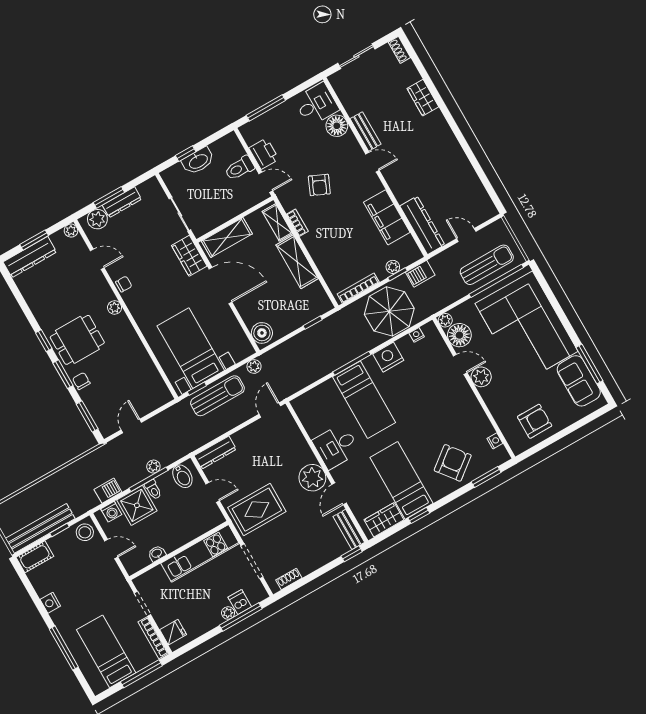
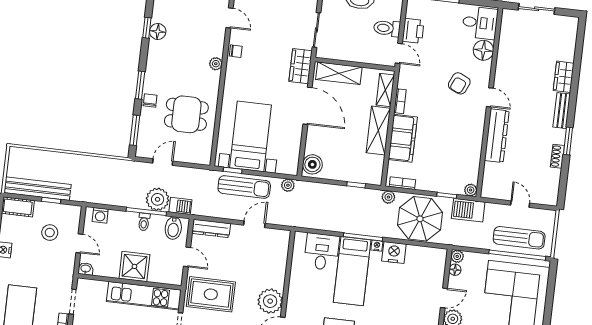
shoe rack: (399, 50) -> (557, 156), moved
bench: (365, 131) -> (562, 111), moved
window: (467, 150) -> (568, 141), added
armchair: (319, 185) -> (459, 83), moved
filing cabinet: (387, 217) -> (403, 138), moved, turned 180
dresser: (422, 225) -> (497, 136), moved
plant: (393, 267) -> (471, 190), moved
barbecue: (420, 274) -> (468, 210), width x1.38, depth x1.27
bookcase: (358, 288) -> (402, 183), width x0.64
plant: (348, 313) -> (388, 197), added
floor lamp: (44, 317) -> (158, 32), added
nightstand: (417, 335) -> (377, 246), moved
floor lamp: (459, 335) -> (455, 270), width x0.53, depth x0.53
dining table: (77, 340) -> (186, 114), moved
window: (44, 341) -> (147, 28), moved
door: (460, 364) -> (444, 298), hinge flipped
door: (270, 410) -> (254, 224), moved
desk: (336, 446) -> (322, 252), moved, turned 90
plant: (153, 467) -> (158, 199), width x1.87, depth x1.87
barbecue: (108, 491) -> (180, 206), moved
shower: (137, 505) -> (134, 266), moved
stool: (85, 532) -> (50, 233), moved
washbasin: (157, 553) -> (86, 269), moved

